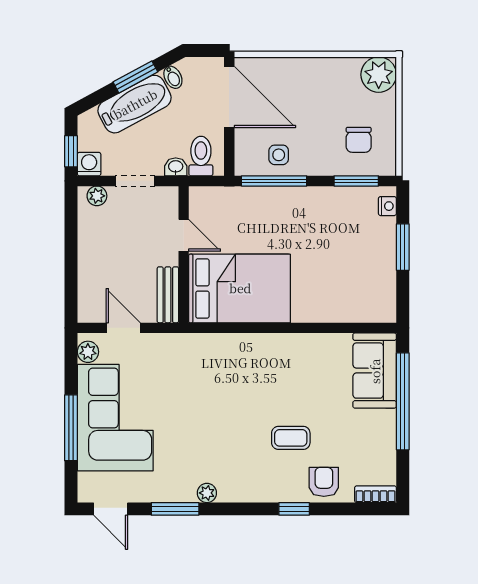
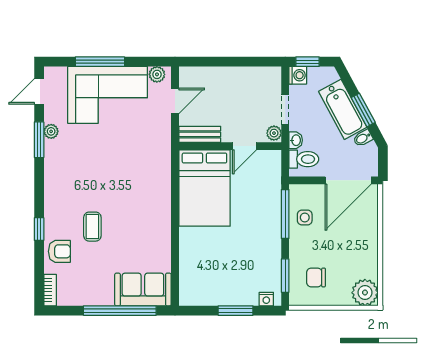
plant: (97, 196) -> (274, 133), moved
plant: (207, 493) -> (51, 131), moved

